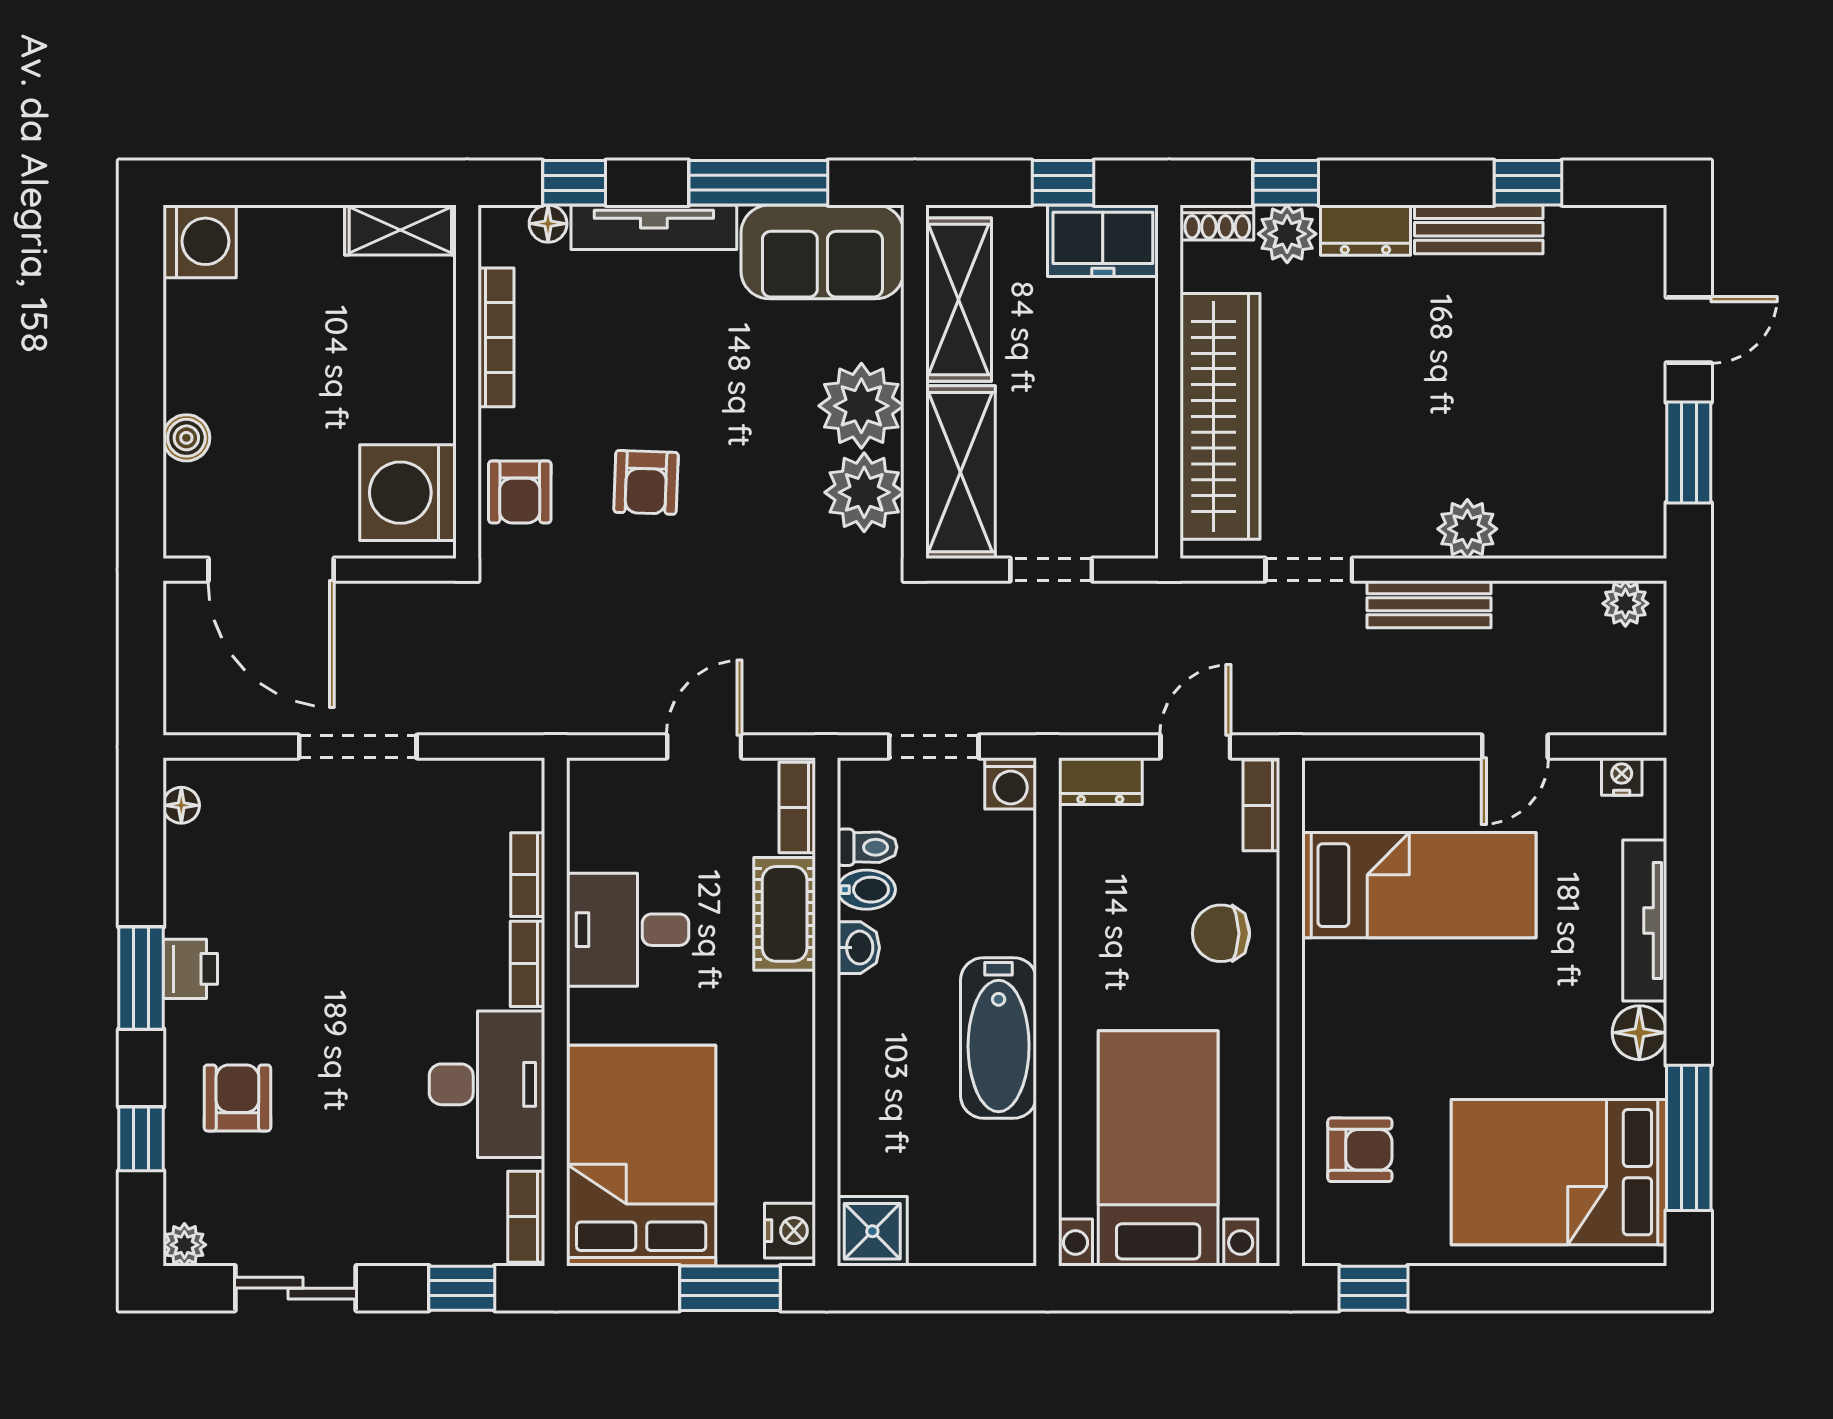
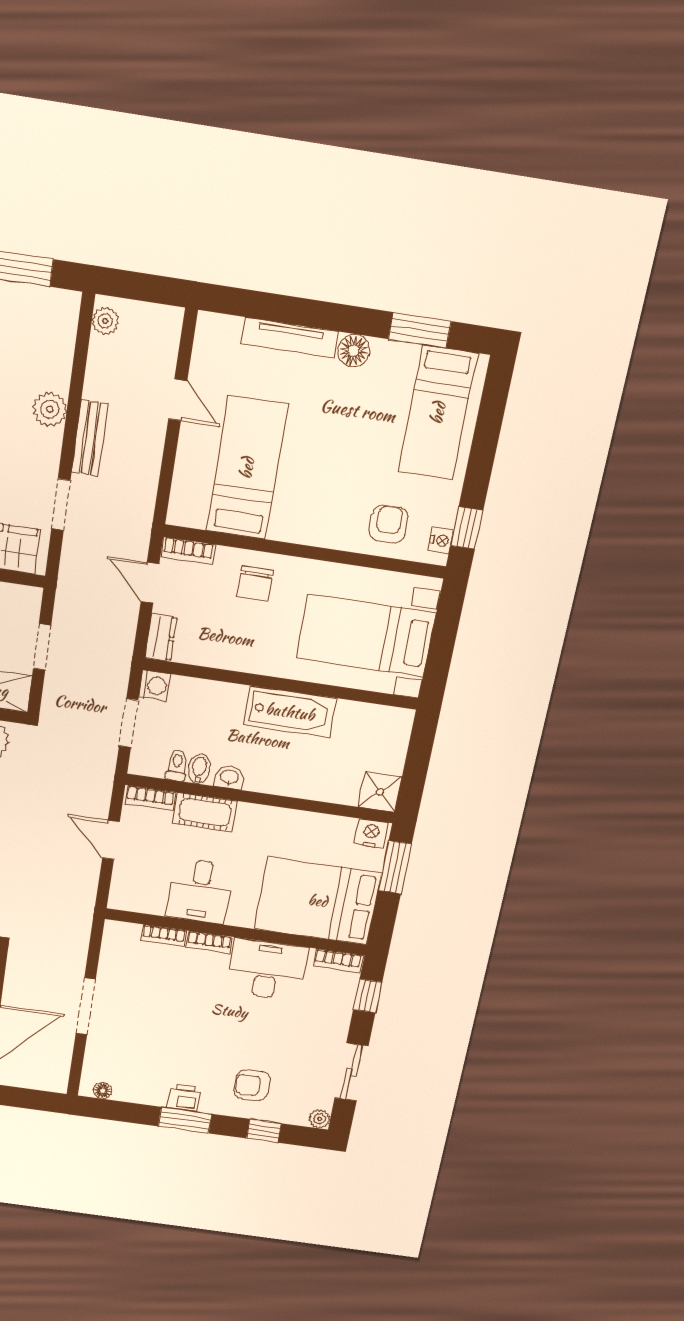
nightstand: (1622, 777) -> (441, 540), moved, turned 180
window: (1689, 1138) -> (420, 330), width x0.69
bed: (1559, 1172) -> (438, 413), width x0.67

